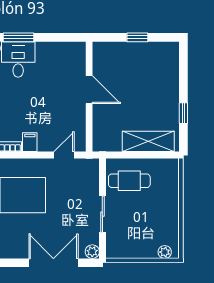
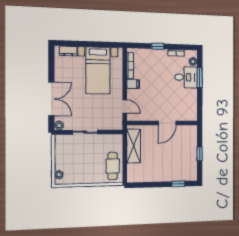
window: (183, 113) -> (178, 184), moved
shelving: (148, 141) -> (134, 146), moved
cafe table: (129, 181) -> (113, 166), moved

